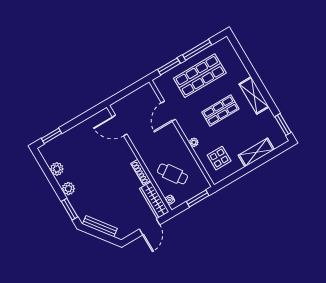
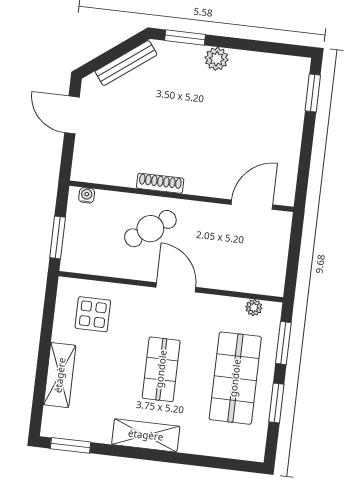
window: (197, 50) -> (276, 403), width x0.69
door: (168, 111) -> (176, 287), moved
plant: (194, 142) -> (254, 308), moved
plant: (57, 169) -> (258, 64), removed
cafe table: (172, 174) -> (150, 229), moved
wardrobe: (154, 200) -> (104, 172), removed
door: (150, 227) -> (72, 115), moved

